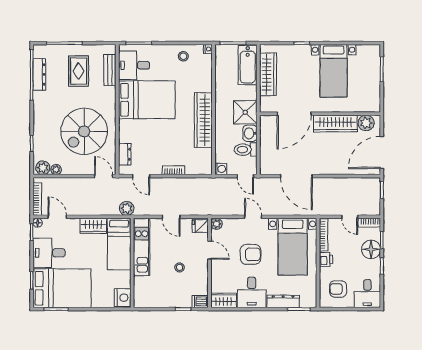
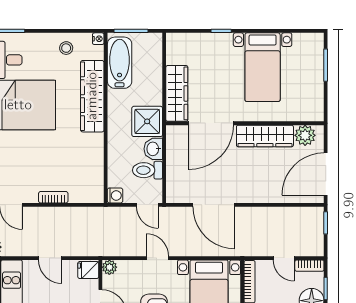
bathtub: (248, 65) -> (120, 63), moved, turned 180
wardrobe: (268, 74) -> (177, 93), moved
wardrobe: (203, 120) -> (92, 96), moved

